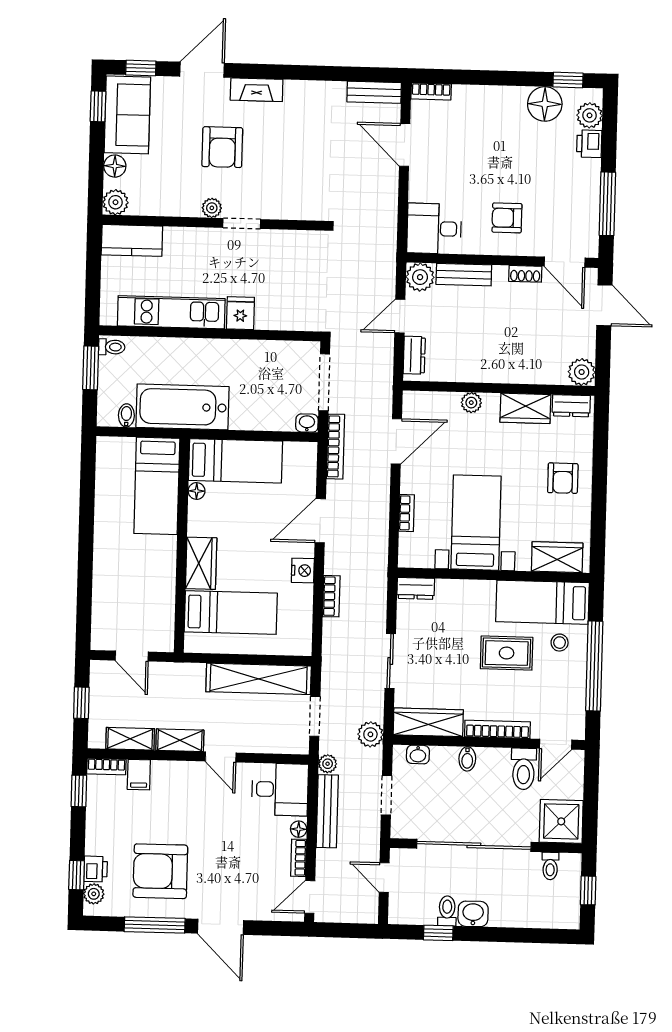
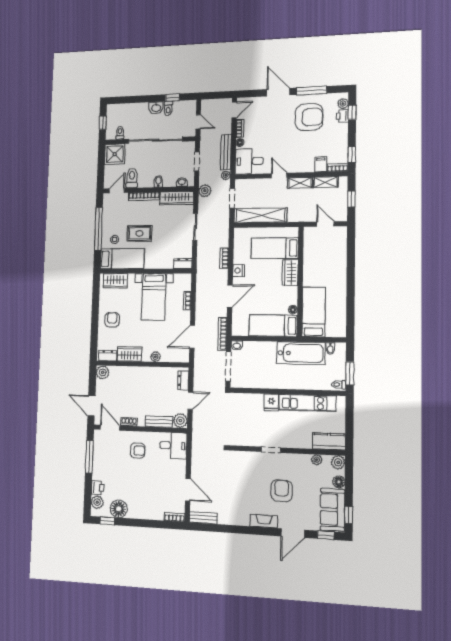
plant: (212, 208) -> (317, 460), moved

